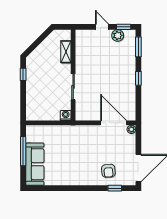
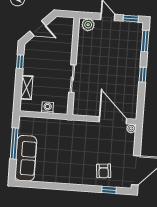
plant: (118, 35) -> (88, 25), moved
door: (37, 42) -> (38, 28), added
shelving: (66, 52) -> (27, 87), moved
washing machine: (66, 115) -> (48, 108), moved

